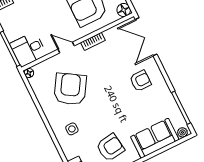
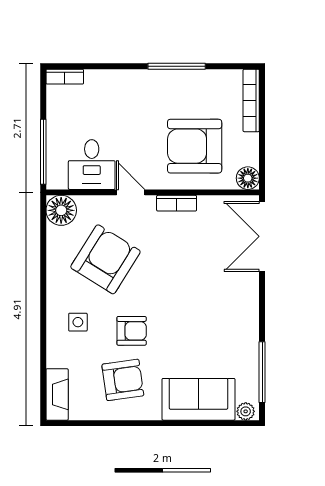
desk: (28, 49) -> (92, 165), moved, turned -90
floor lamp: (29, 73) -> (61, 210), width x1.89, depth x1.89
armchair: (140, 81) -> (132, 331), moved

